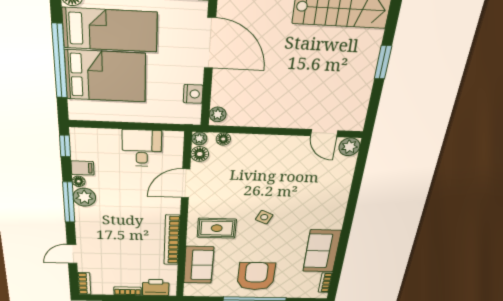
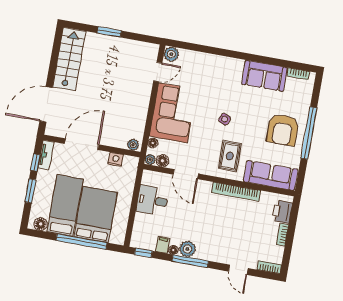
corner sofa: (268, 158) -> (173, 113), added
sofa: (199, 265) -> (271, 175), width x1.36
armchair: (256, 276) -> (283, 130), turned -90

